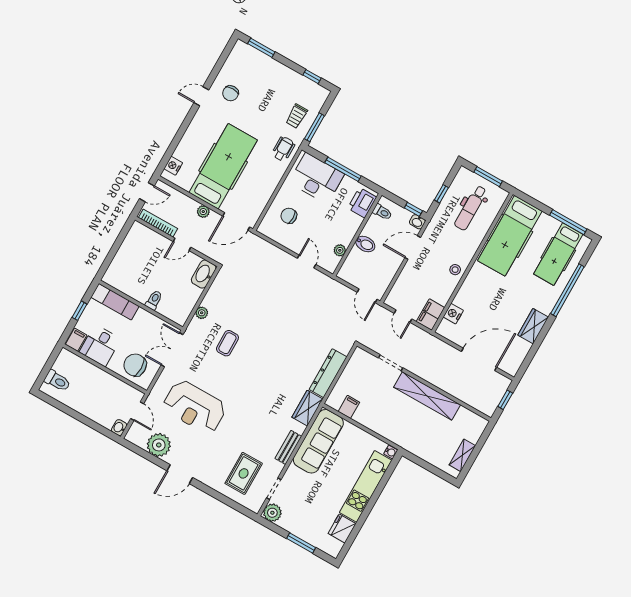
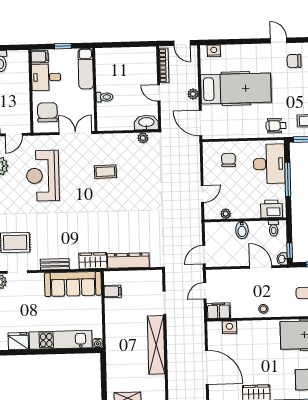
wheelchair: (283, 149) -> (276, 126), turned 180
plant: (202, 313) -> (143, 138), moved

